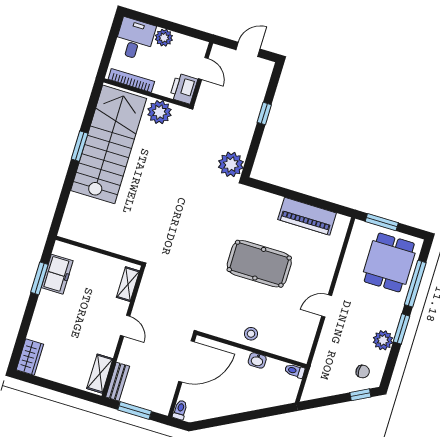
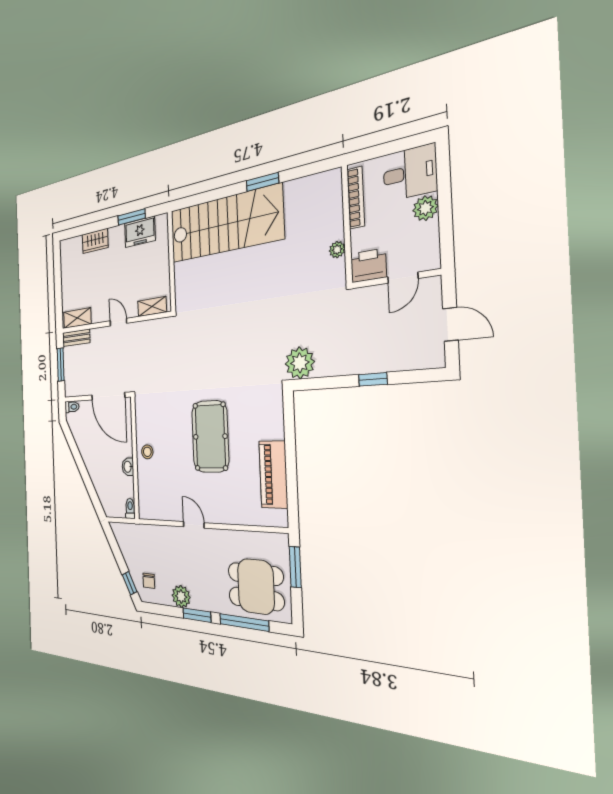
plant: (160, 112) -> (337, 250), width x0.53, depth x0.53
stairs: (109, 144) -> (225, 224), moved
door: (125, 326) -> (118, 322), swing flipped
wardrobe: (30, 357) -> (95, 241), moved

